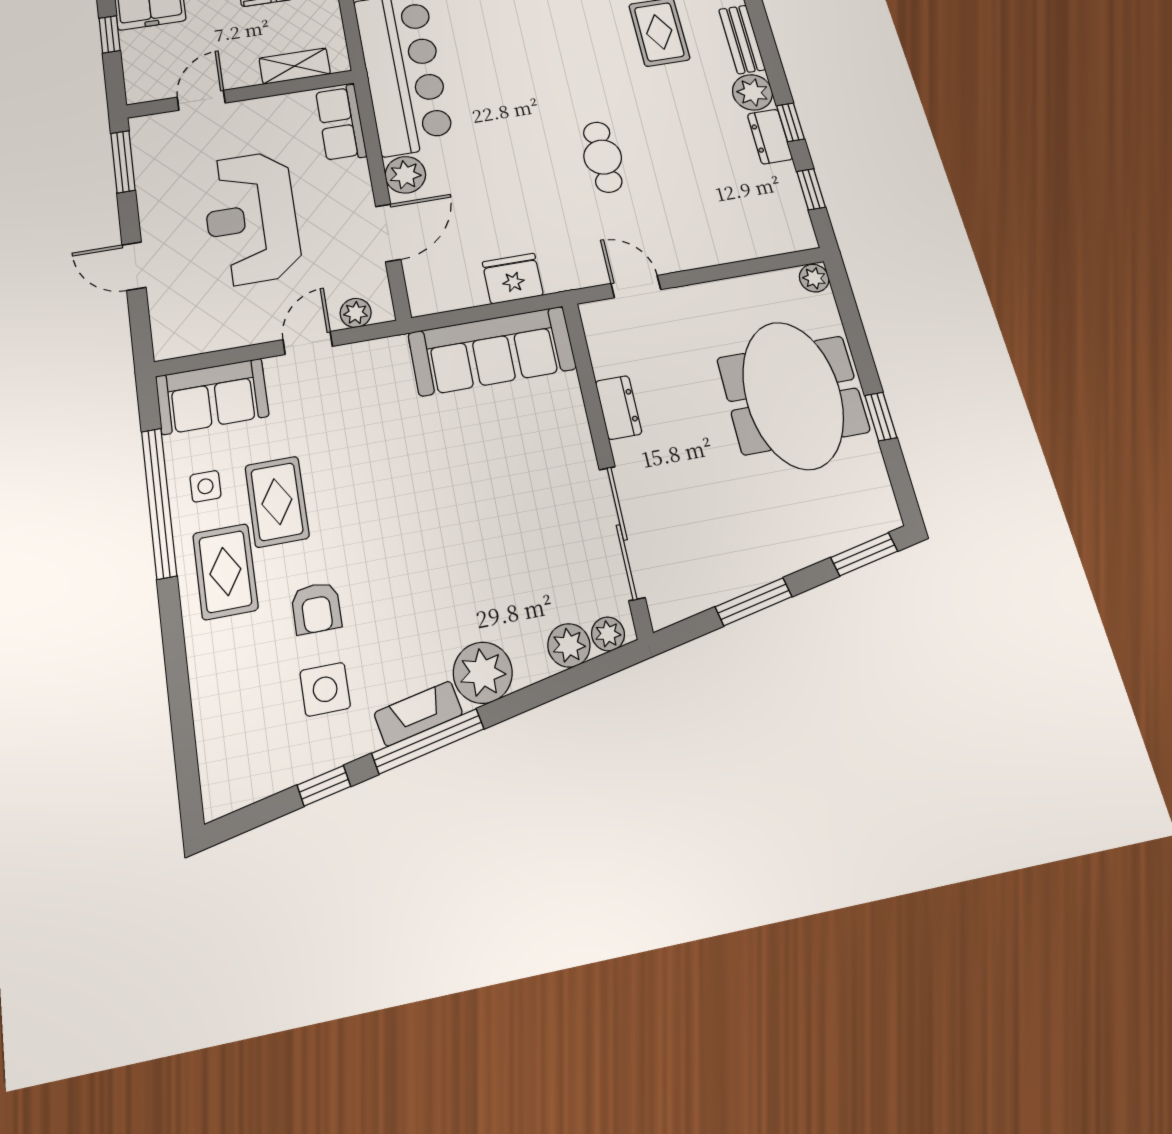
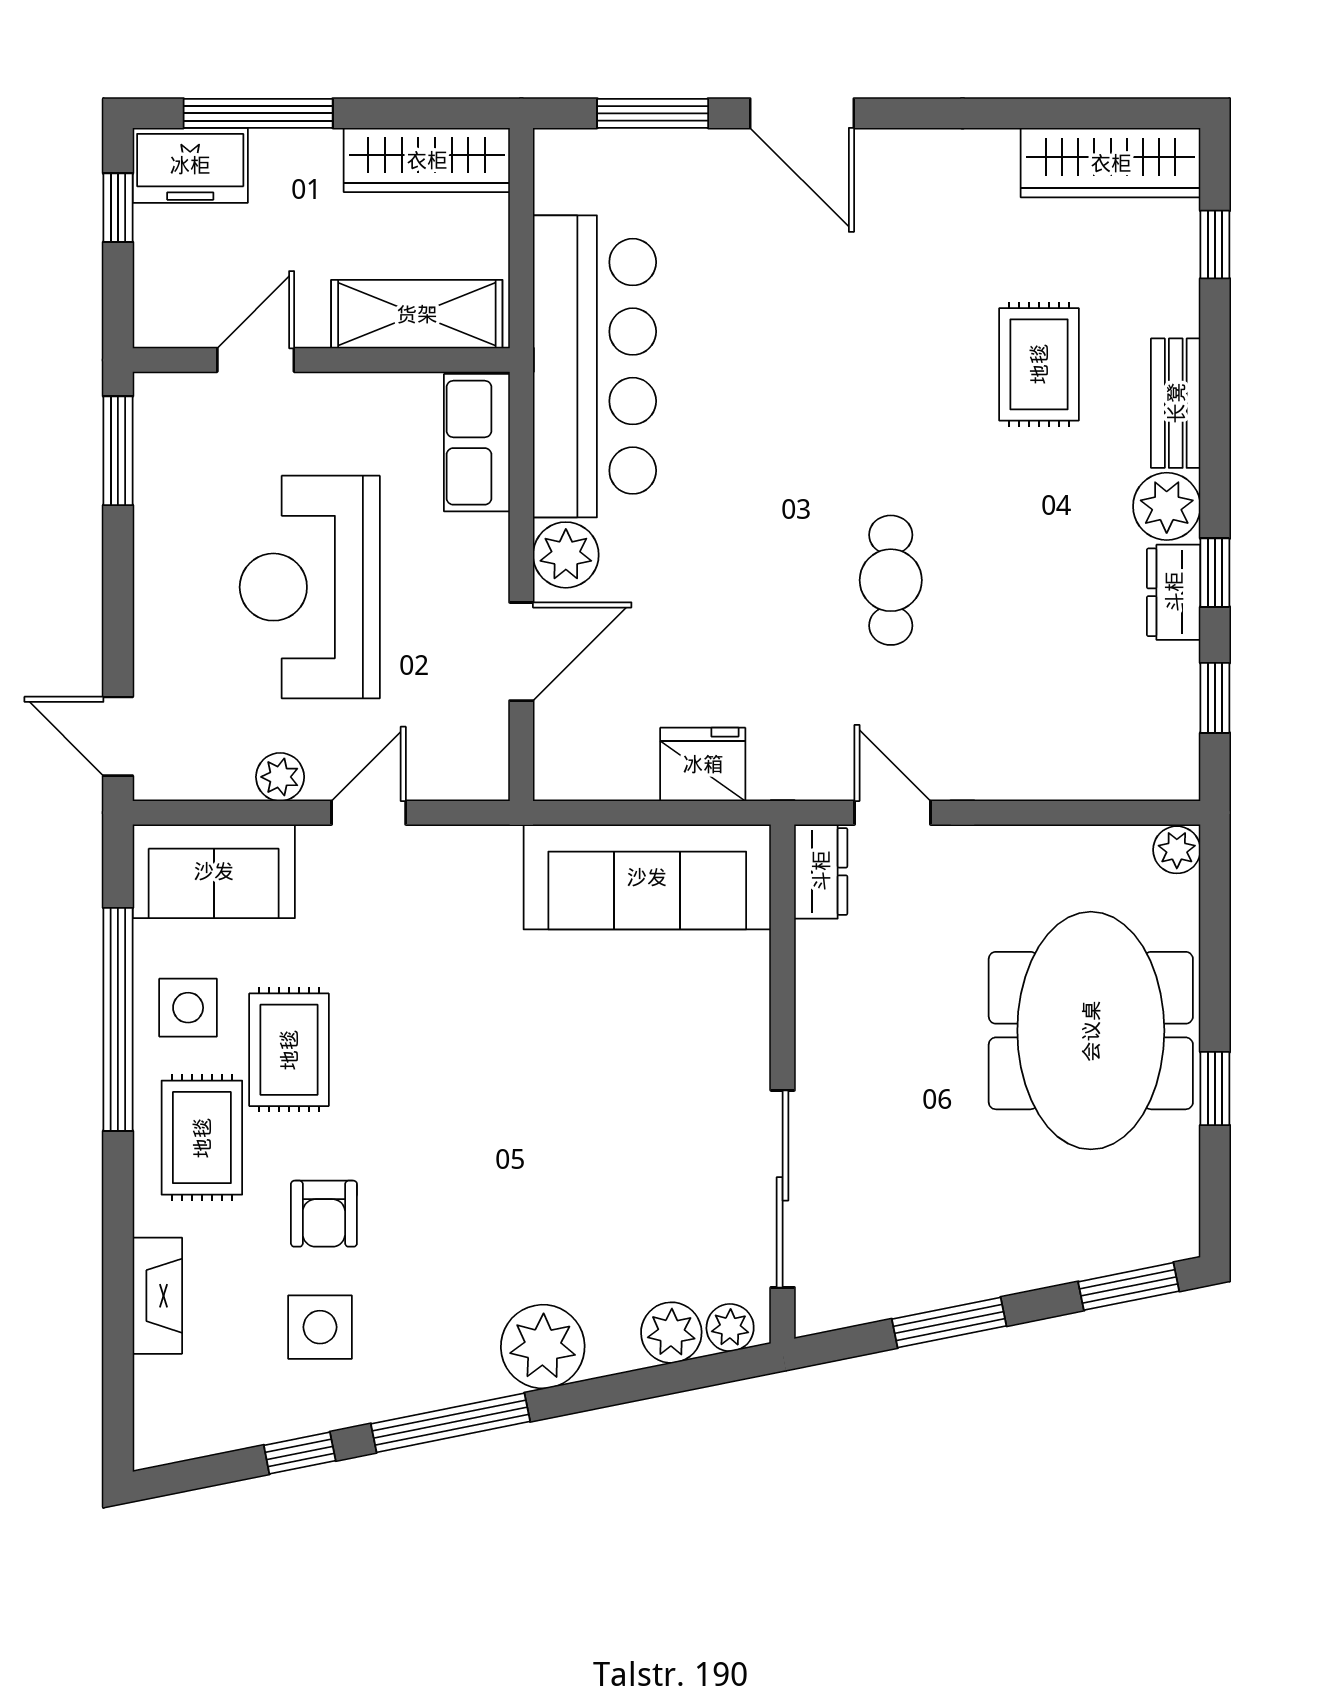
shelving: (295, 66) -> (417, 314), width x1.50, depth x1.33
door: (134, 266) -> (118, 736), moved
plant: (356, 313) -> (280, 777), moved
dresser: (618, 407) -> (821, 871), moved
side table: (205, 486) -> (188, 1008), width x1.37, depth x1.37
fireplace: (418, 714) -> (157, 1296), moved, turned 101

